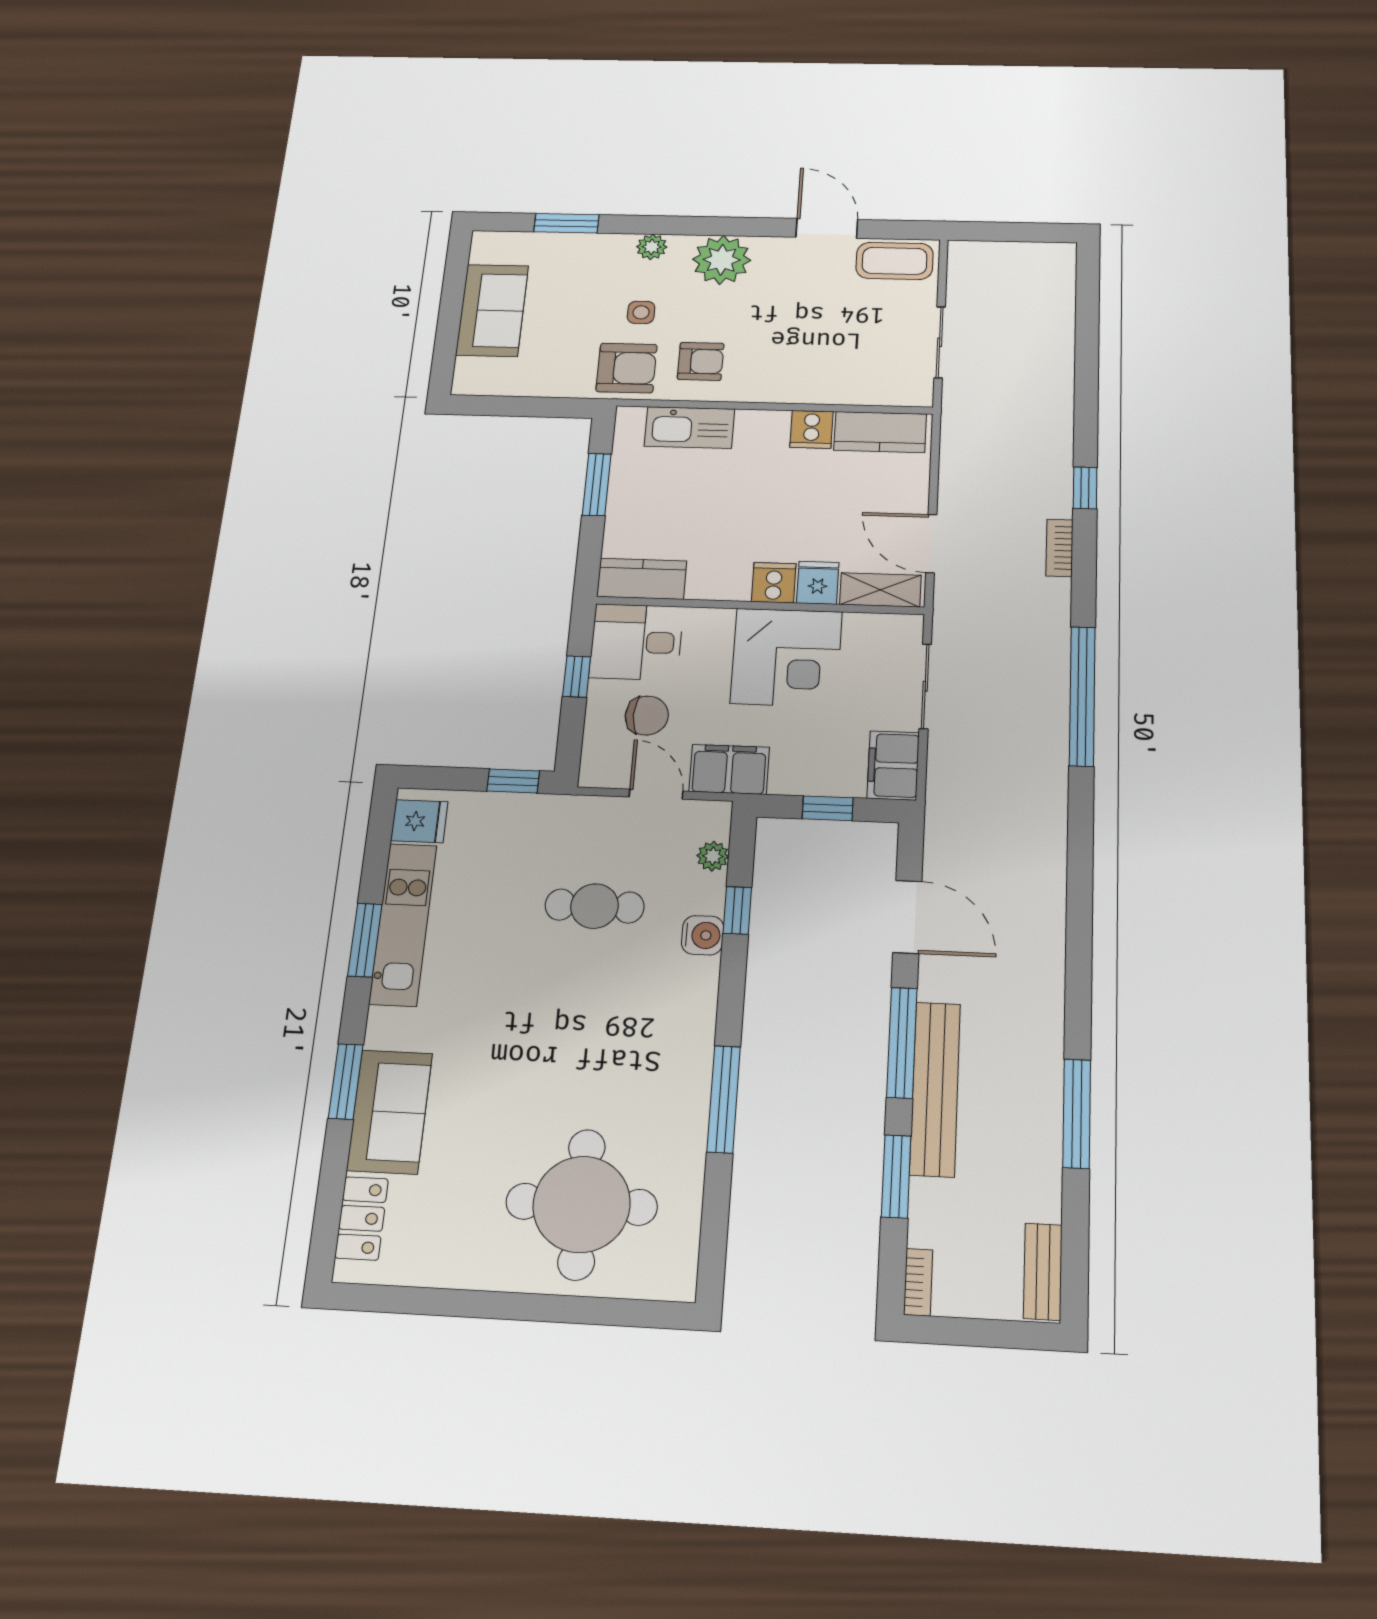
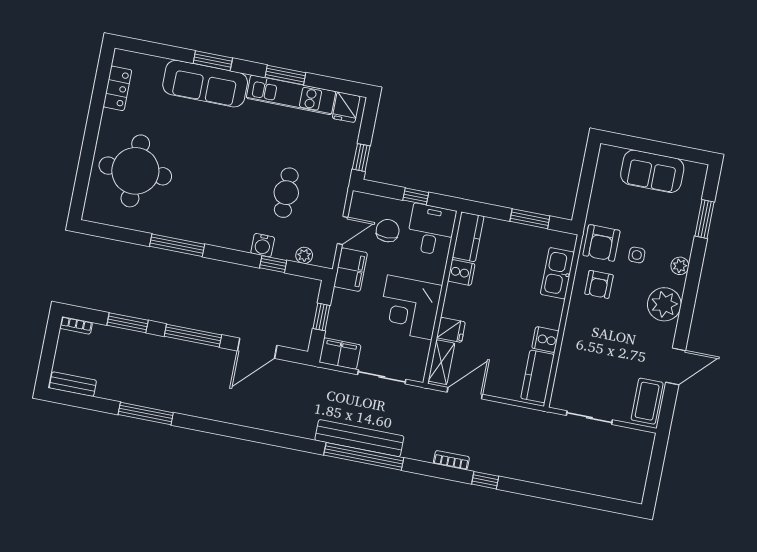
cooker: (774, 583) -> (461, 272), moved
chair: (647, 716) -> (388, 231), turned 180
bench: (935, 1089) -> (359, 438), moved
sofa: (390, 1112) -> (205, 84), width x1.36
locker: (362, 1218) -> (117, 88), moved, turned -90

